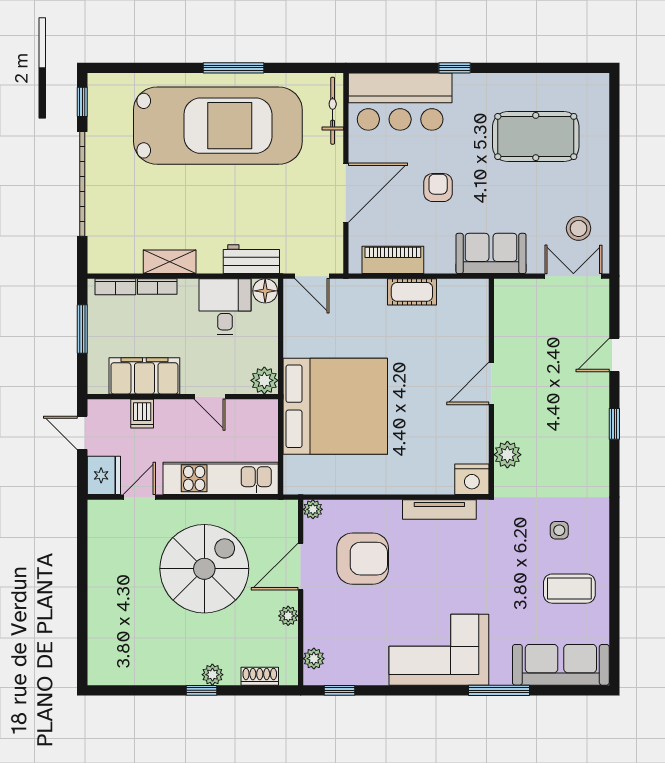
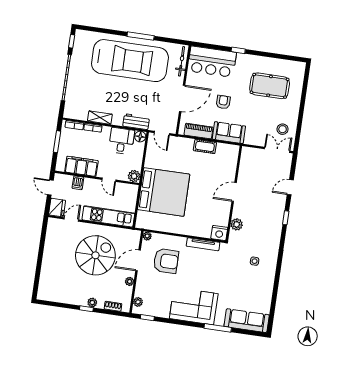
sofa: (491, 253) -> (229, 133), moved
coffee table: (569, 589) -> (255, 288), removed

